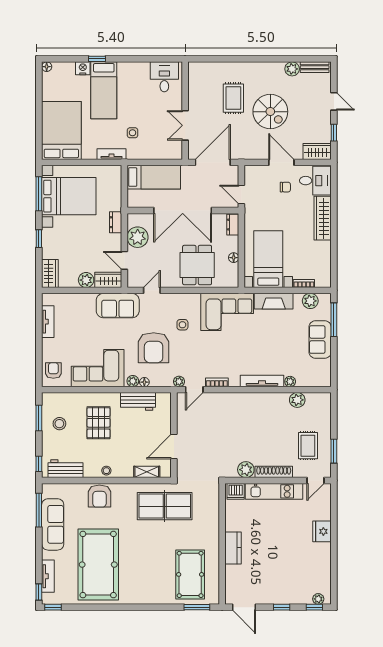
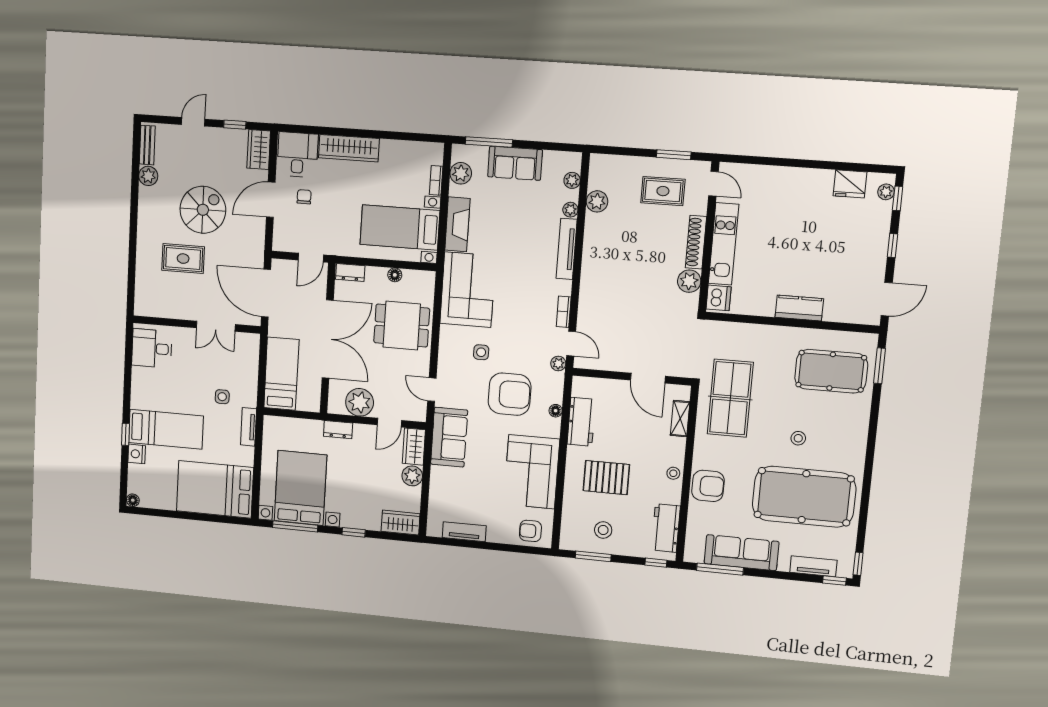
plant: (133, 381) -> (572, 180), moved
fridge: (322, 531) -> (850, 184), moved
stool: (140, 556) -> (798, 438), added

